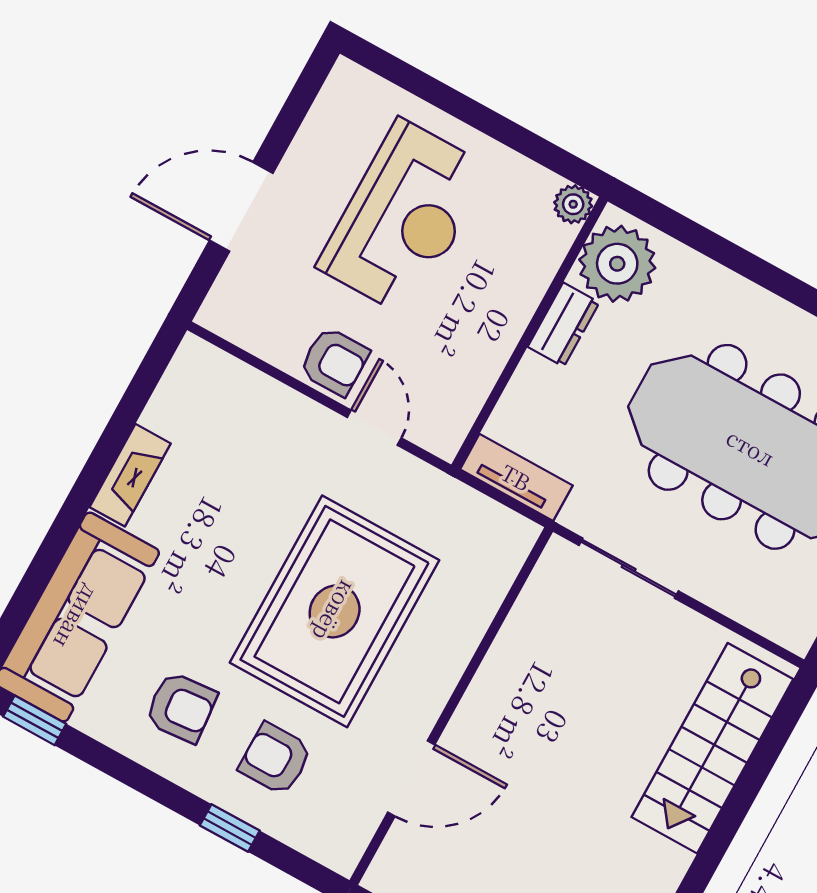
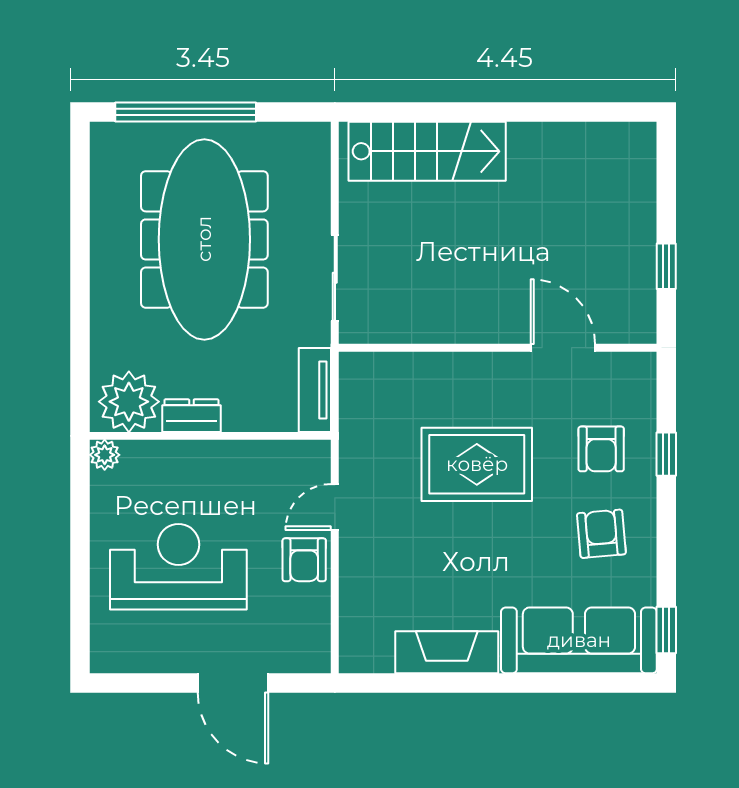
armchair: (334, 361) -> (304, 560), turned 180
fireplace: (130, 475) -> (447, 652), width x1.37, depth x1.32
rug: (335, 611) -> (477, 464), width x0.73, depth x0.69

